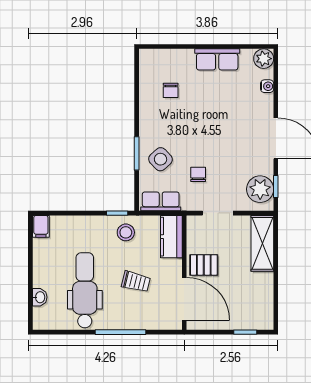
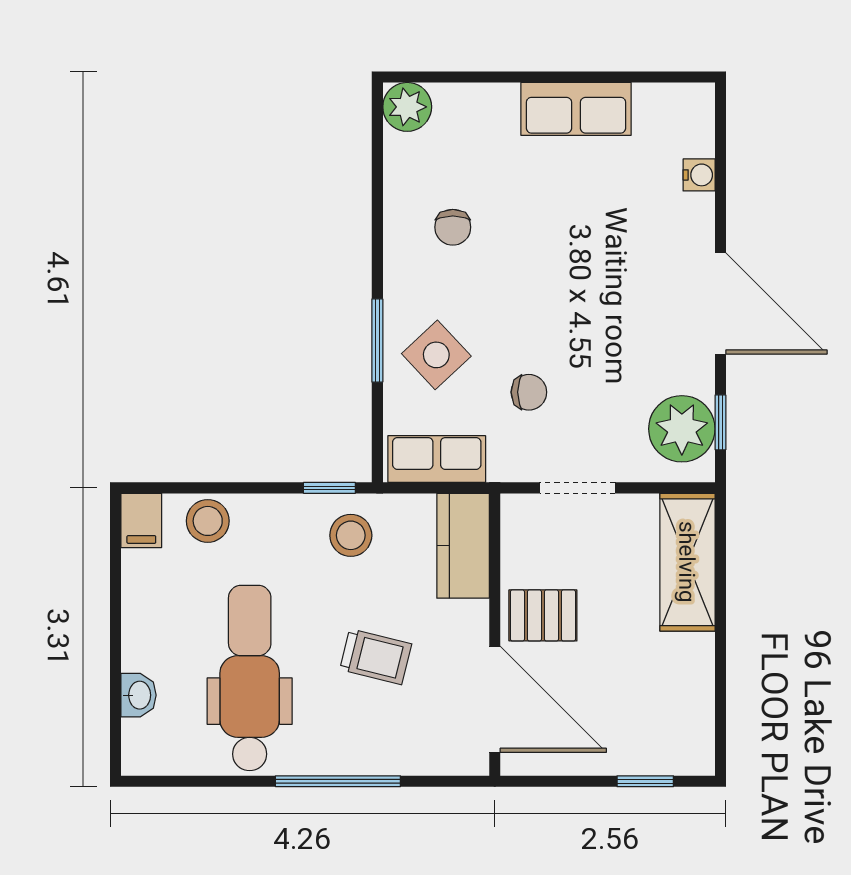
plant: (264, 59) -> (407, 107), moved
chair: (171, 90) -> (453, 227), moved
chair: (198, 174) -> (529, 392), turned 90
stool: (68, 227) -> (208, 521), added

